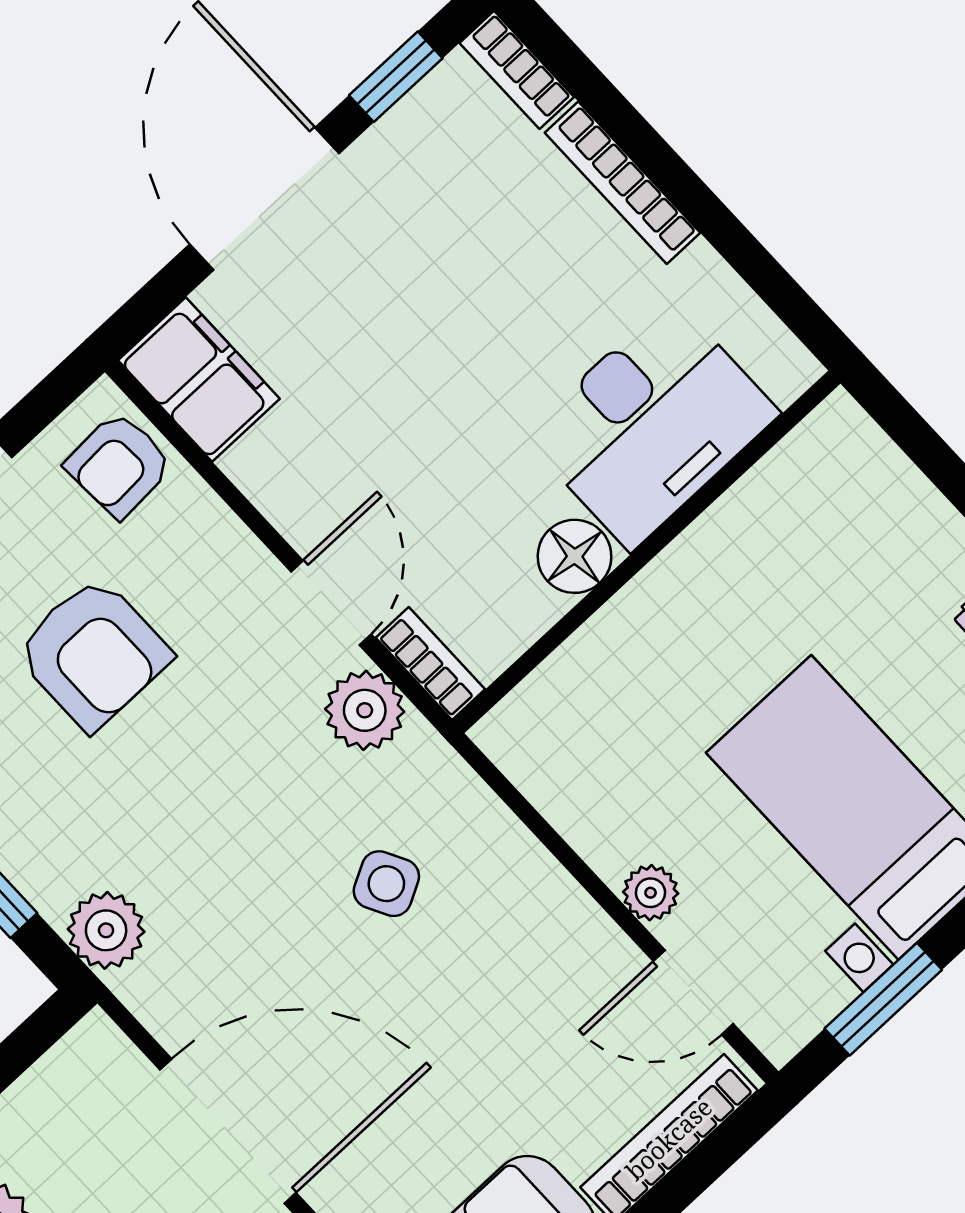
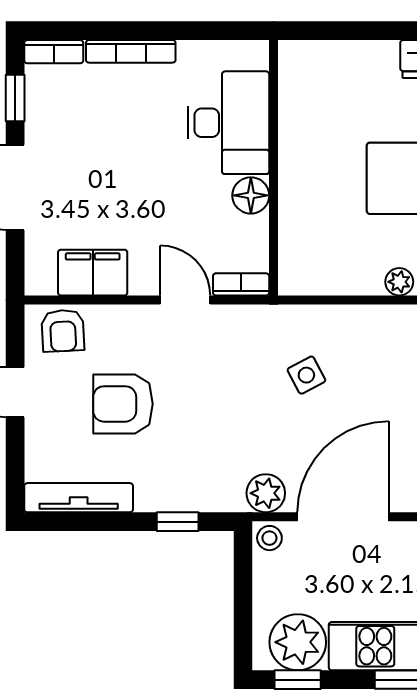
filing cabinet: (199, 380) -> (93, 273), moved
armchair: (93, 653) -> (123, 404), turned 180
plant: (365, 710) -> (236, 324), removed
plant: (106, 930) -> (266, 493), moved
stool: (96, 1052) -> (269, 538), added

